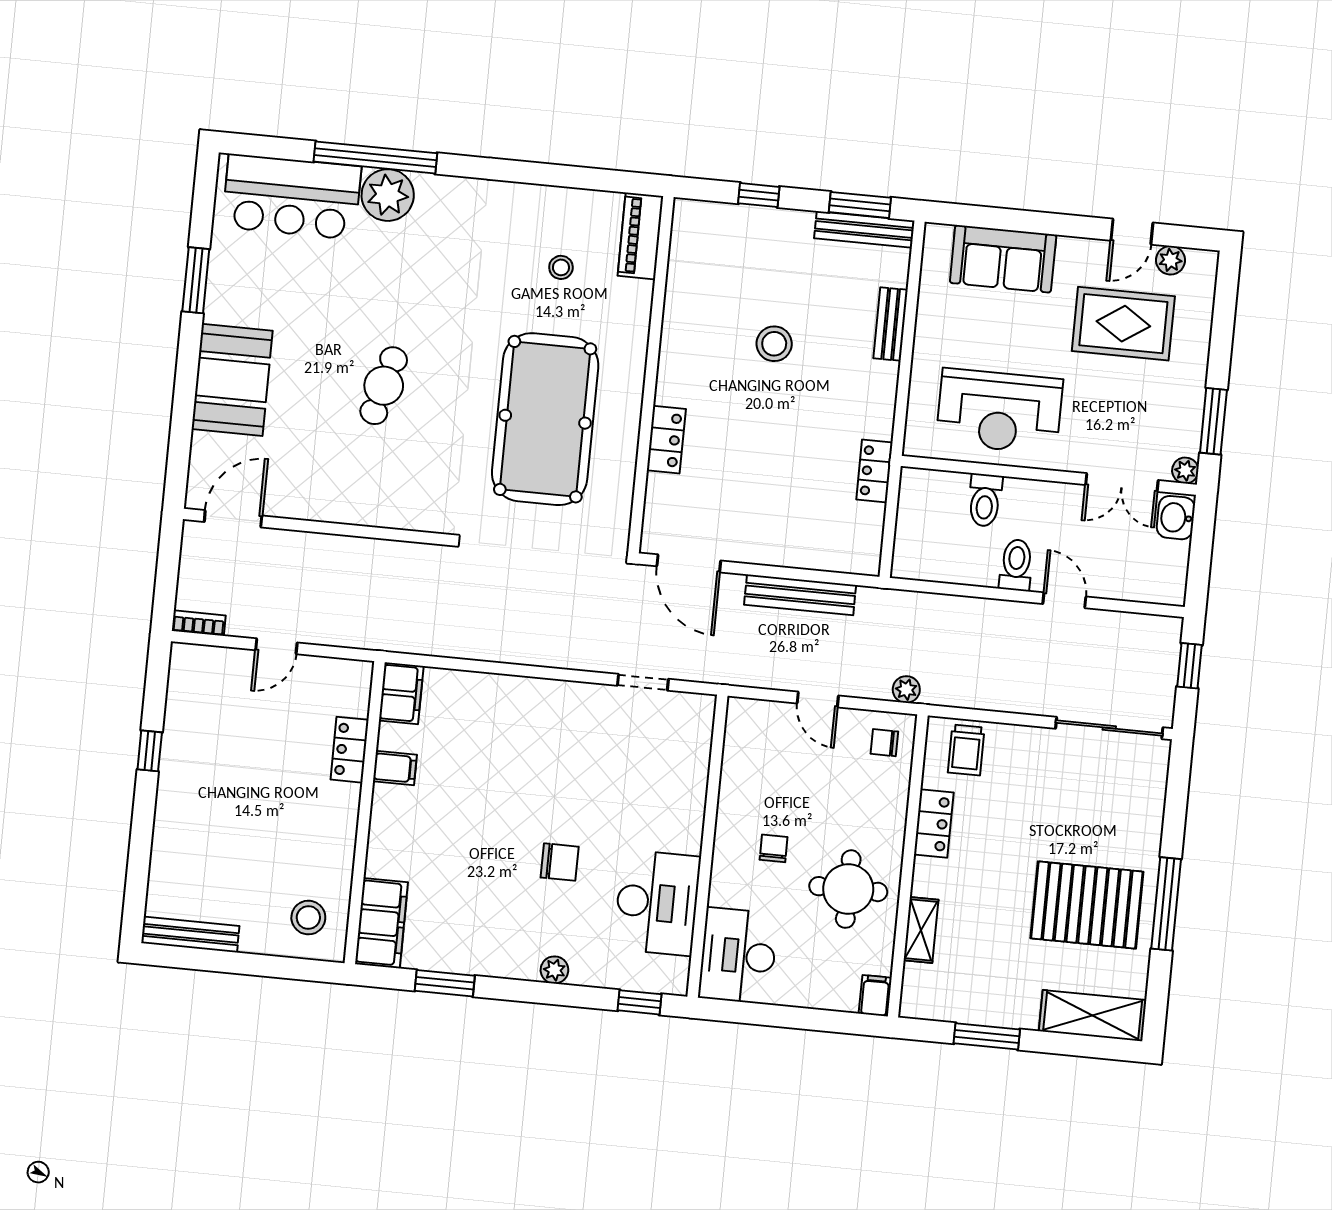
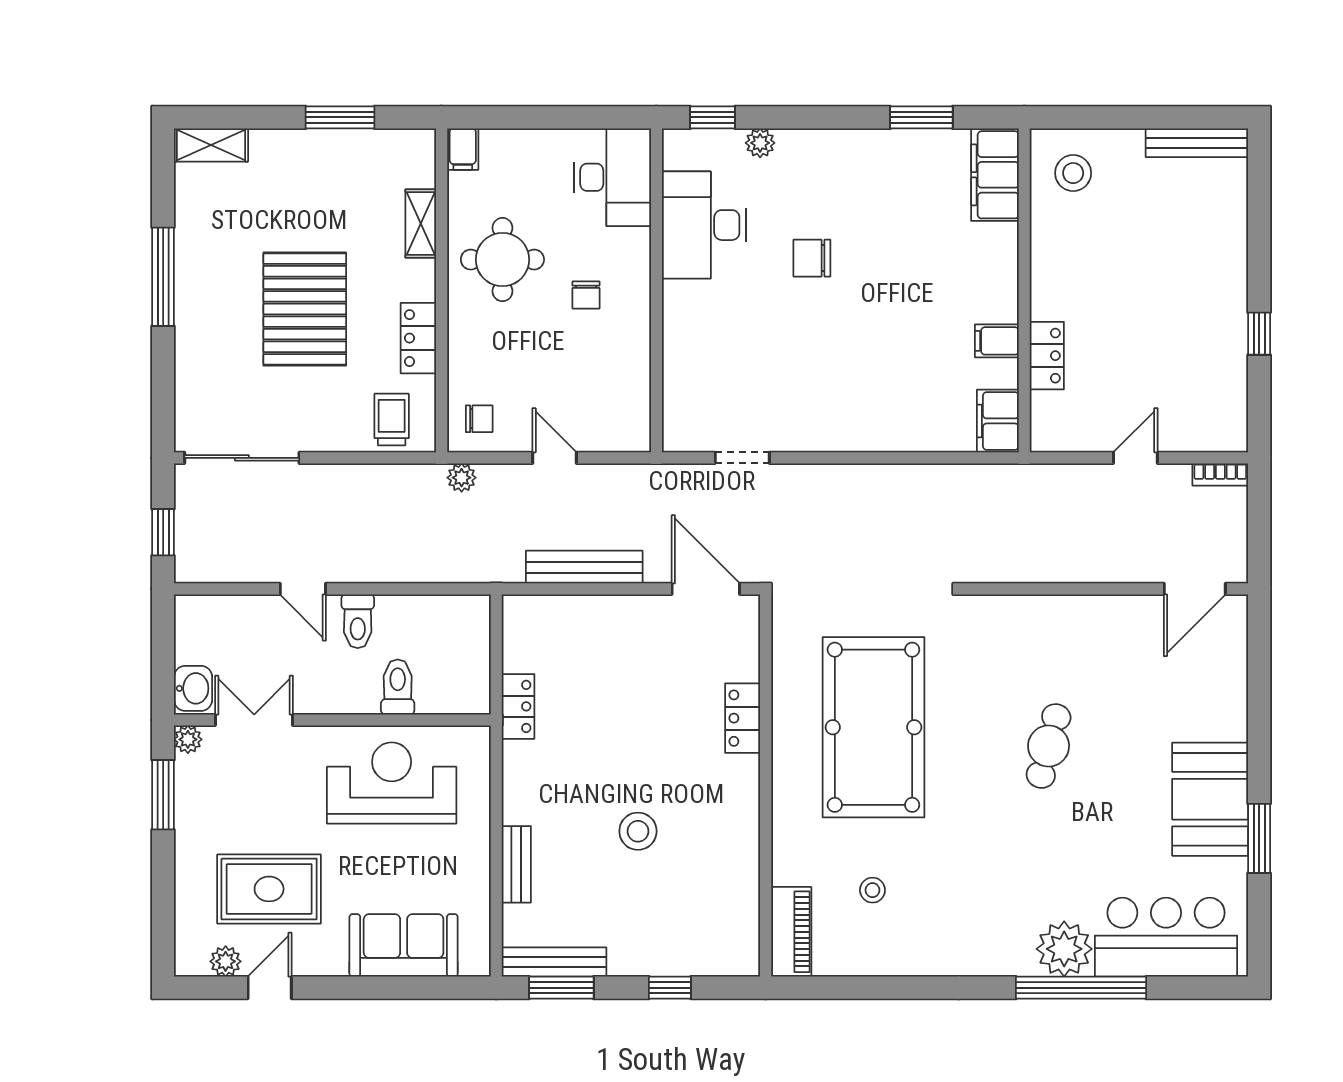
booth: (232, 380) -> (1210, 799), moved
pallet: (1087, 905) -> (305, 309), moved, turned 90
plant: (554, 970) -> (760, 143), moved
shelving: (1093, 1016) -> (211, 145), width x0.67, depth x0.75

